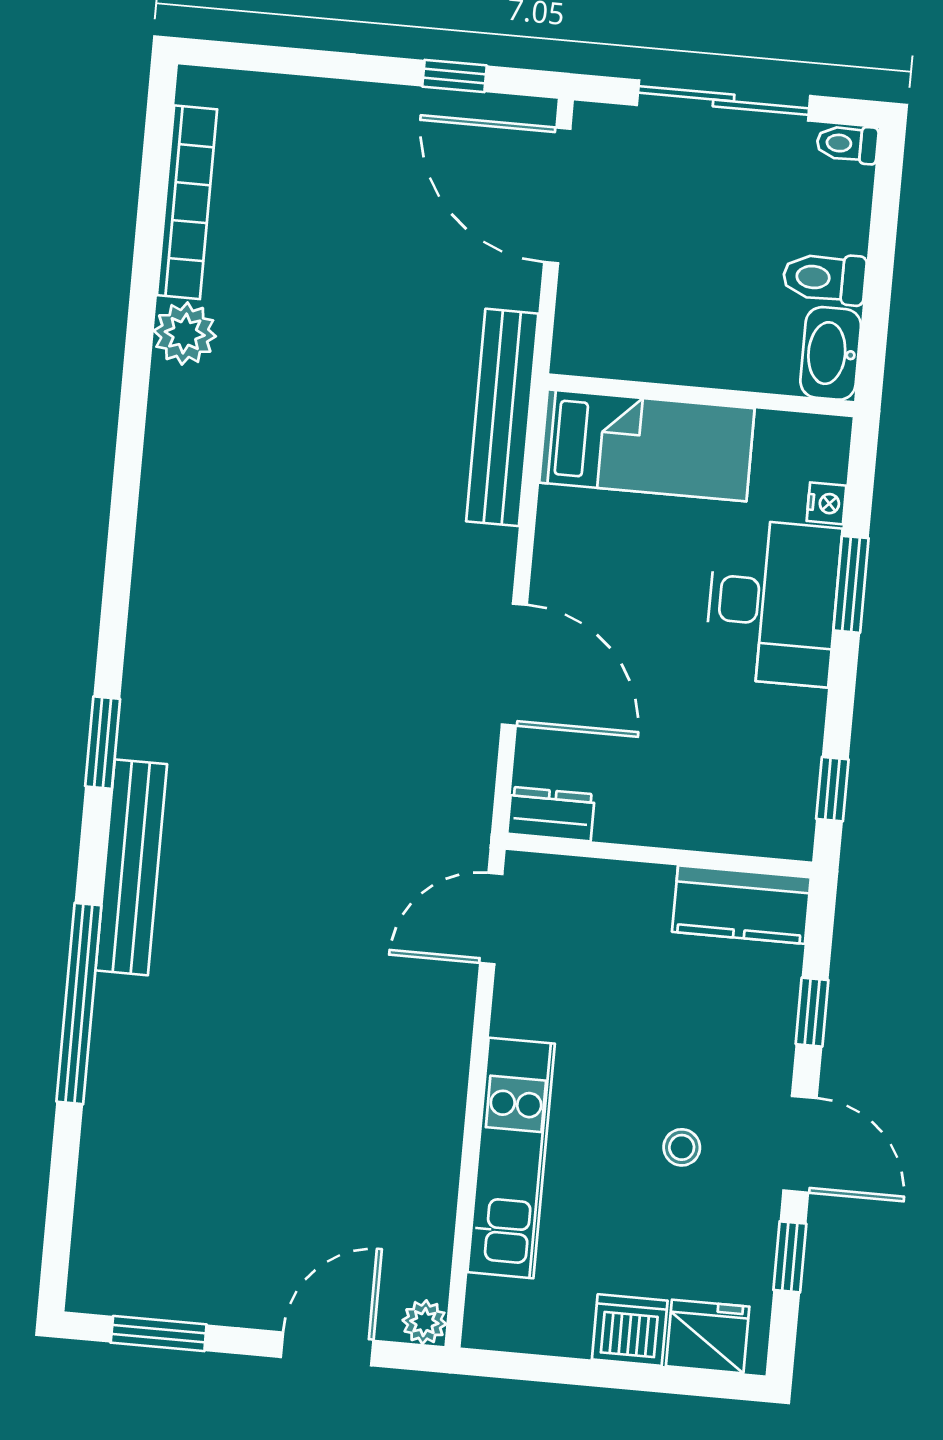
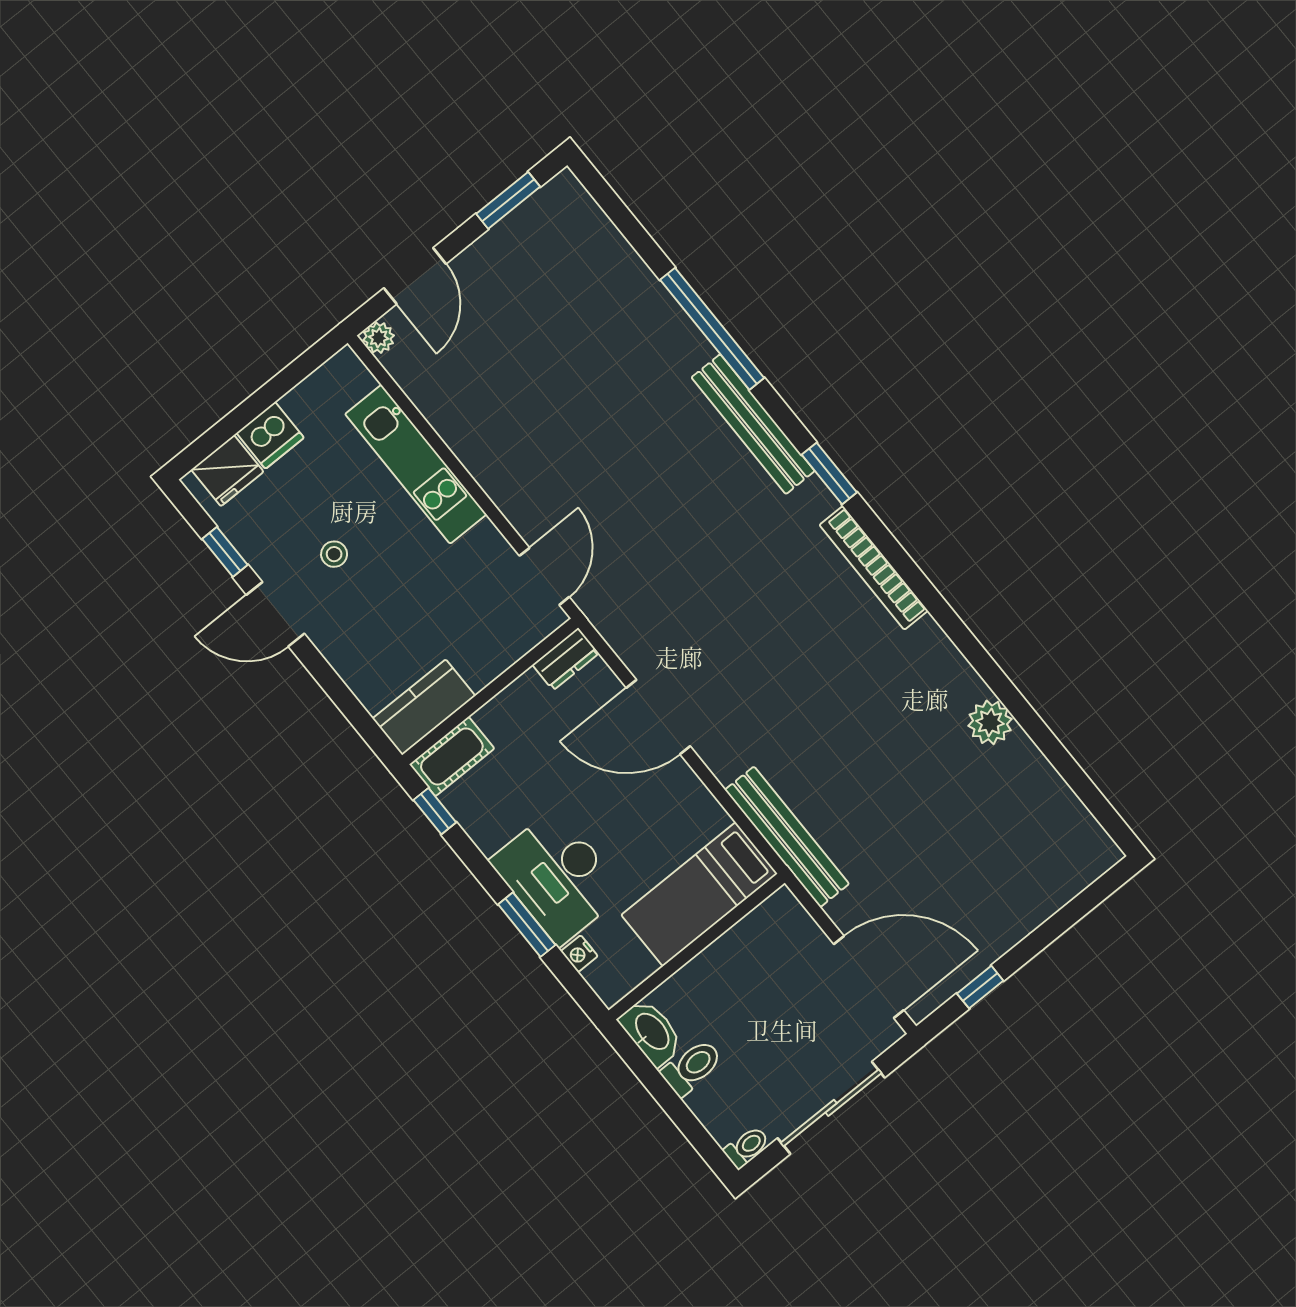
bookcase: (187, 202) -> (874, 568), moved
cot: (761, 827) -> (452, 756), added
window: (812, 1012) -> (335, 688), removed

